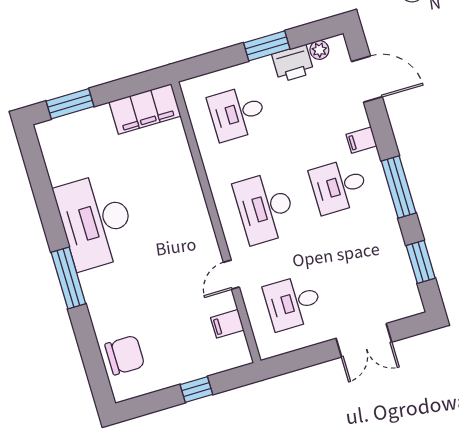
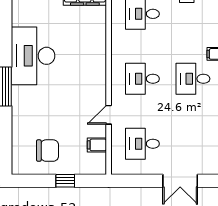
desk: (265, 208) -> (142, 79), width x0.73
chair: (125, 355) -> (48, 151), moved

